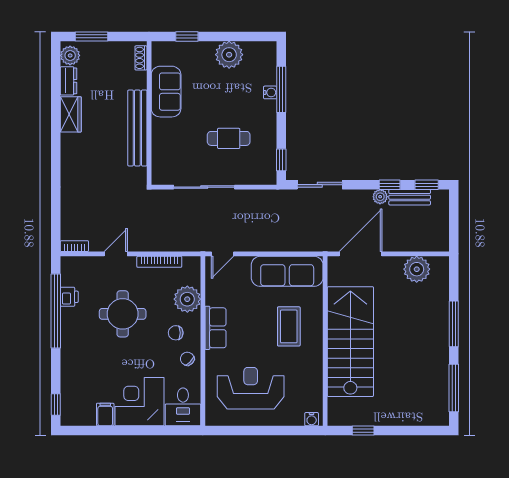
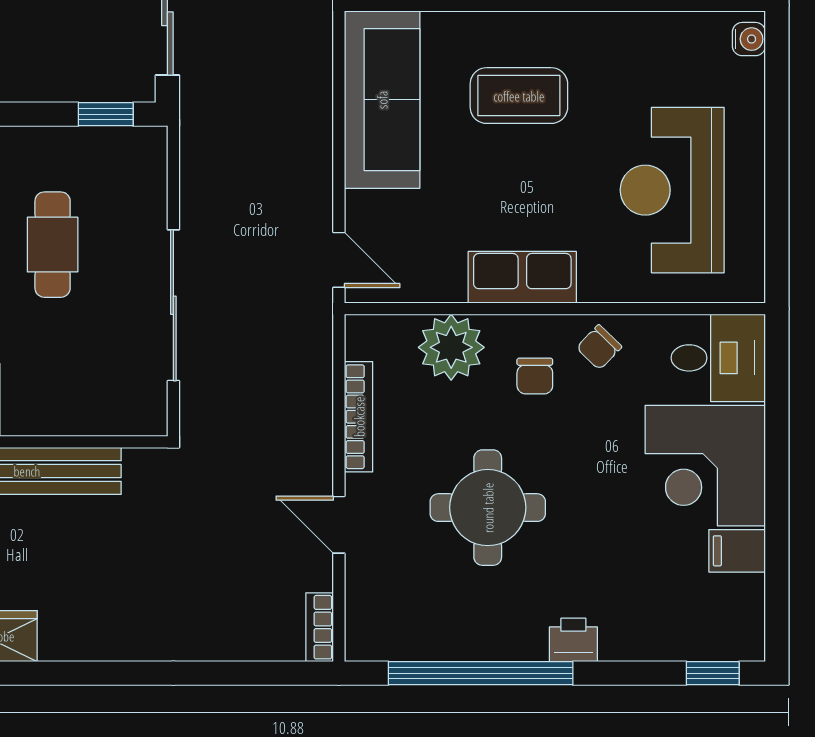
printer: (69, 297) -> (573, 640), moved

